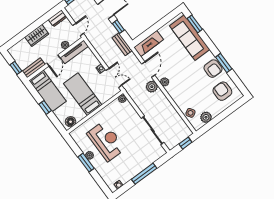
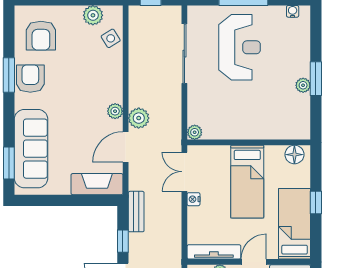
reception desk: (106, 141) -> (240, 47), moved, turned 180

